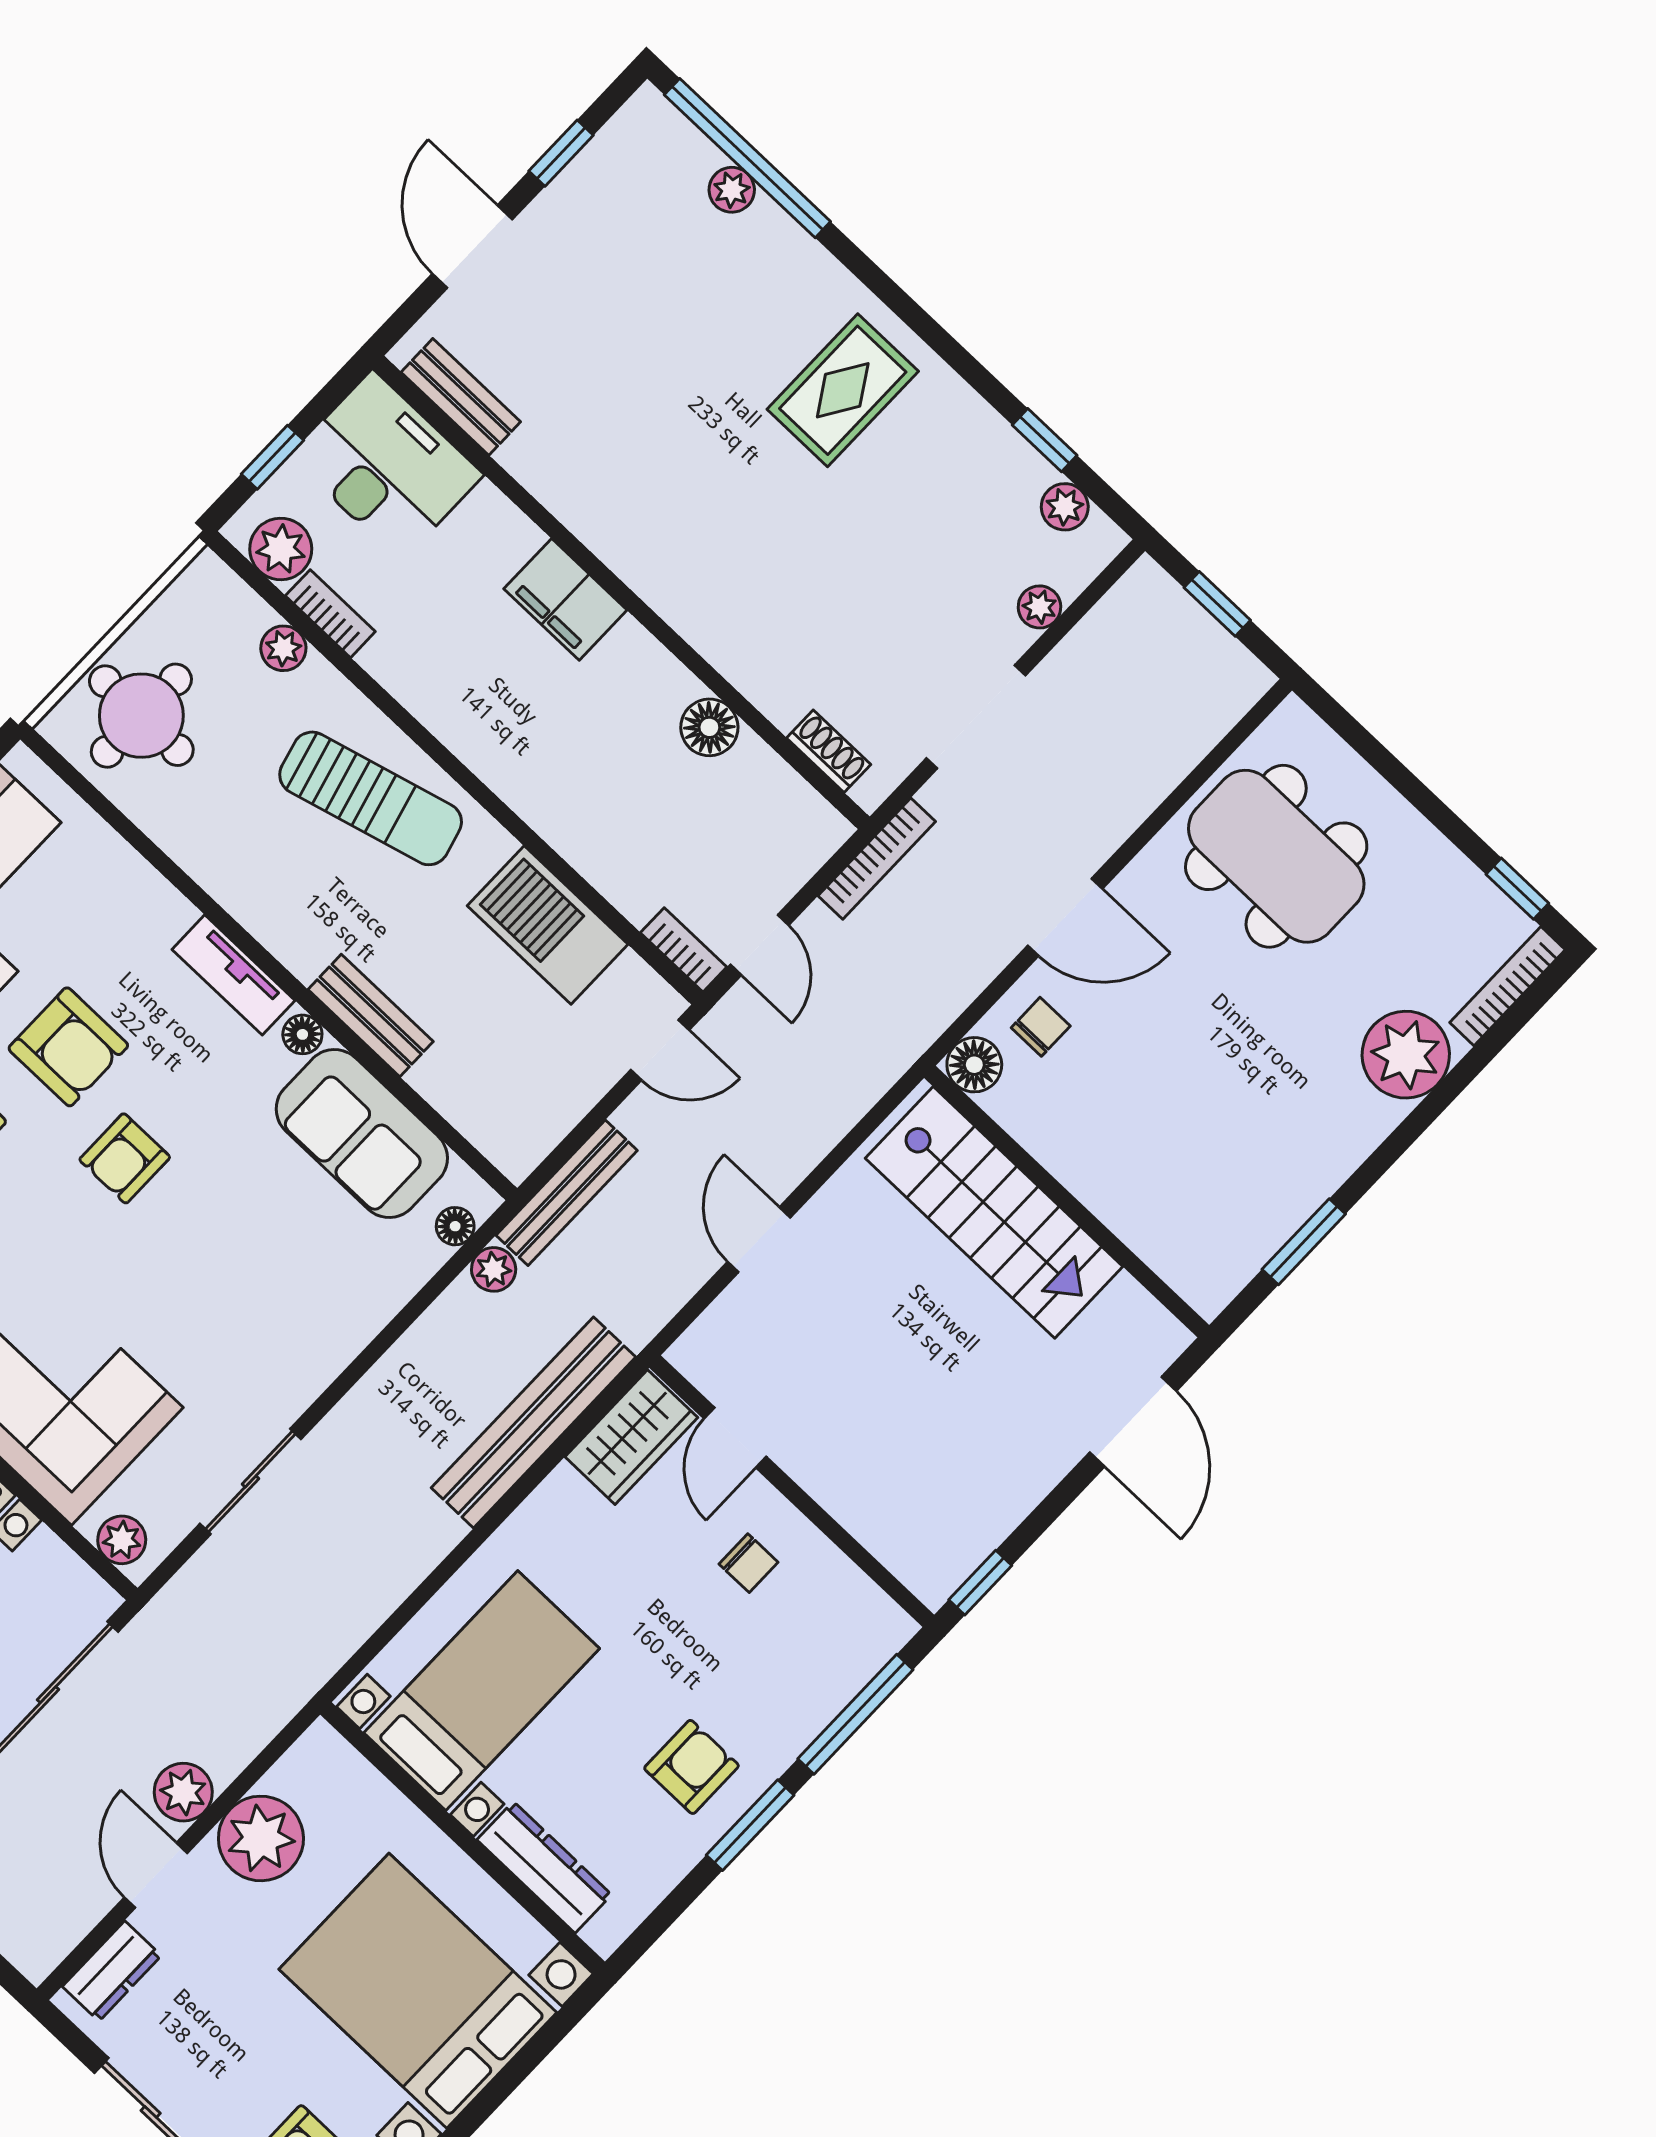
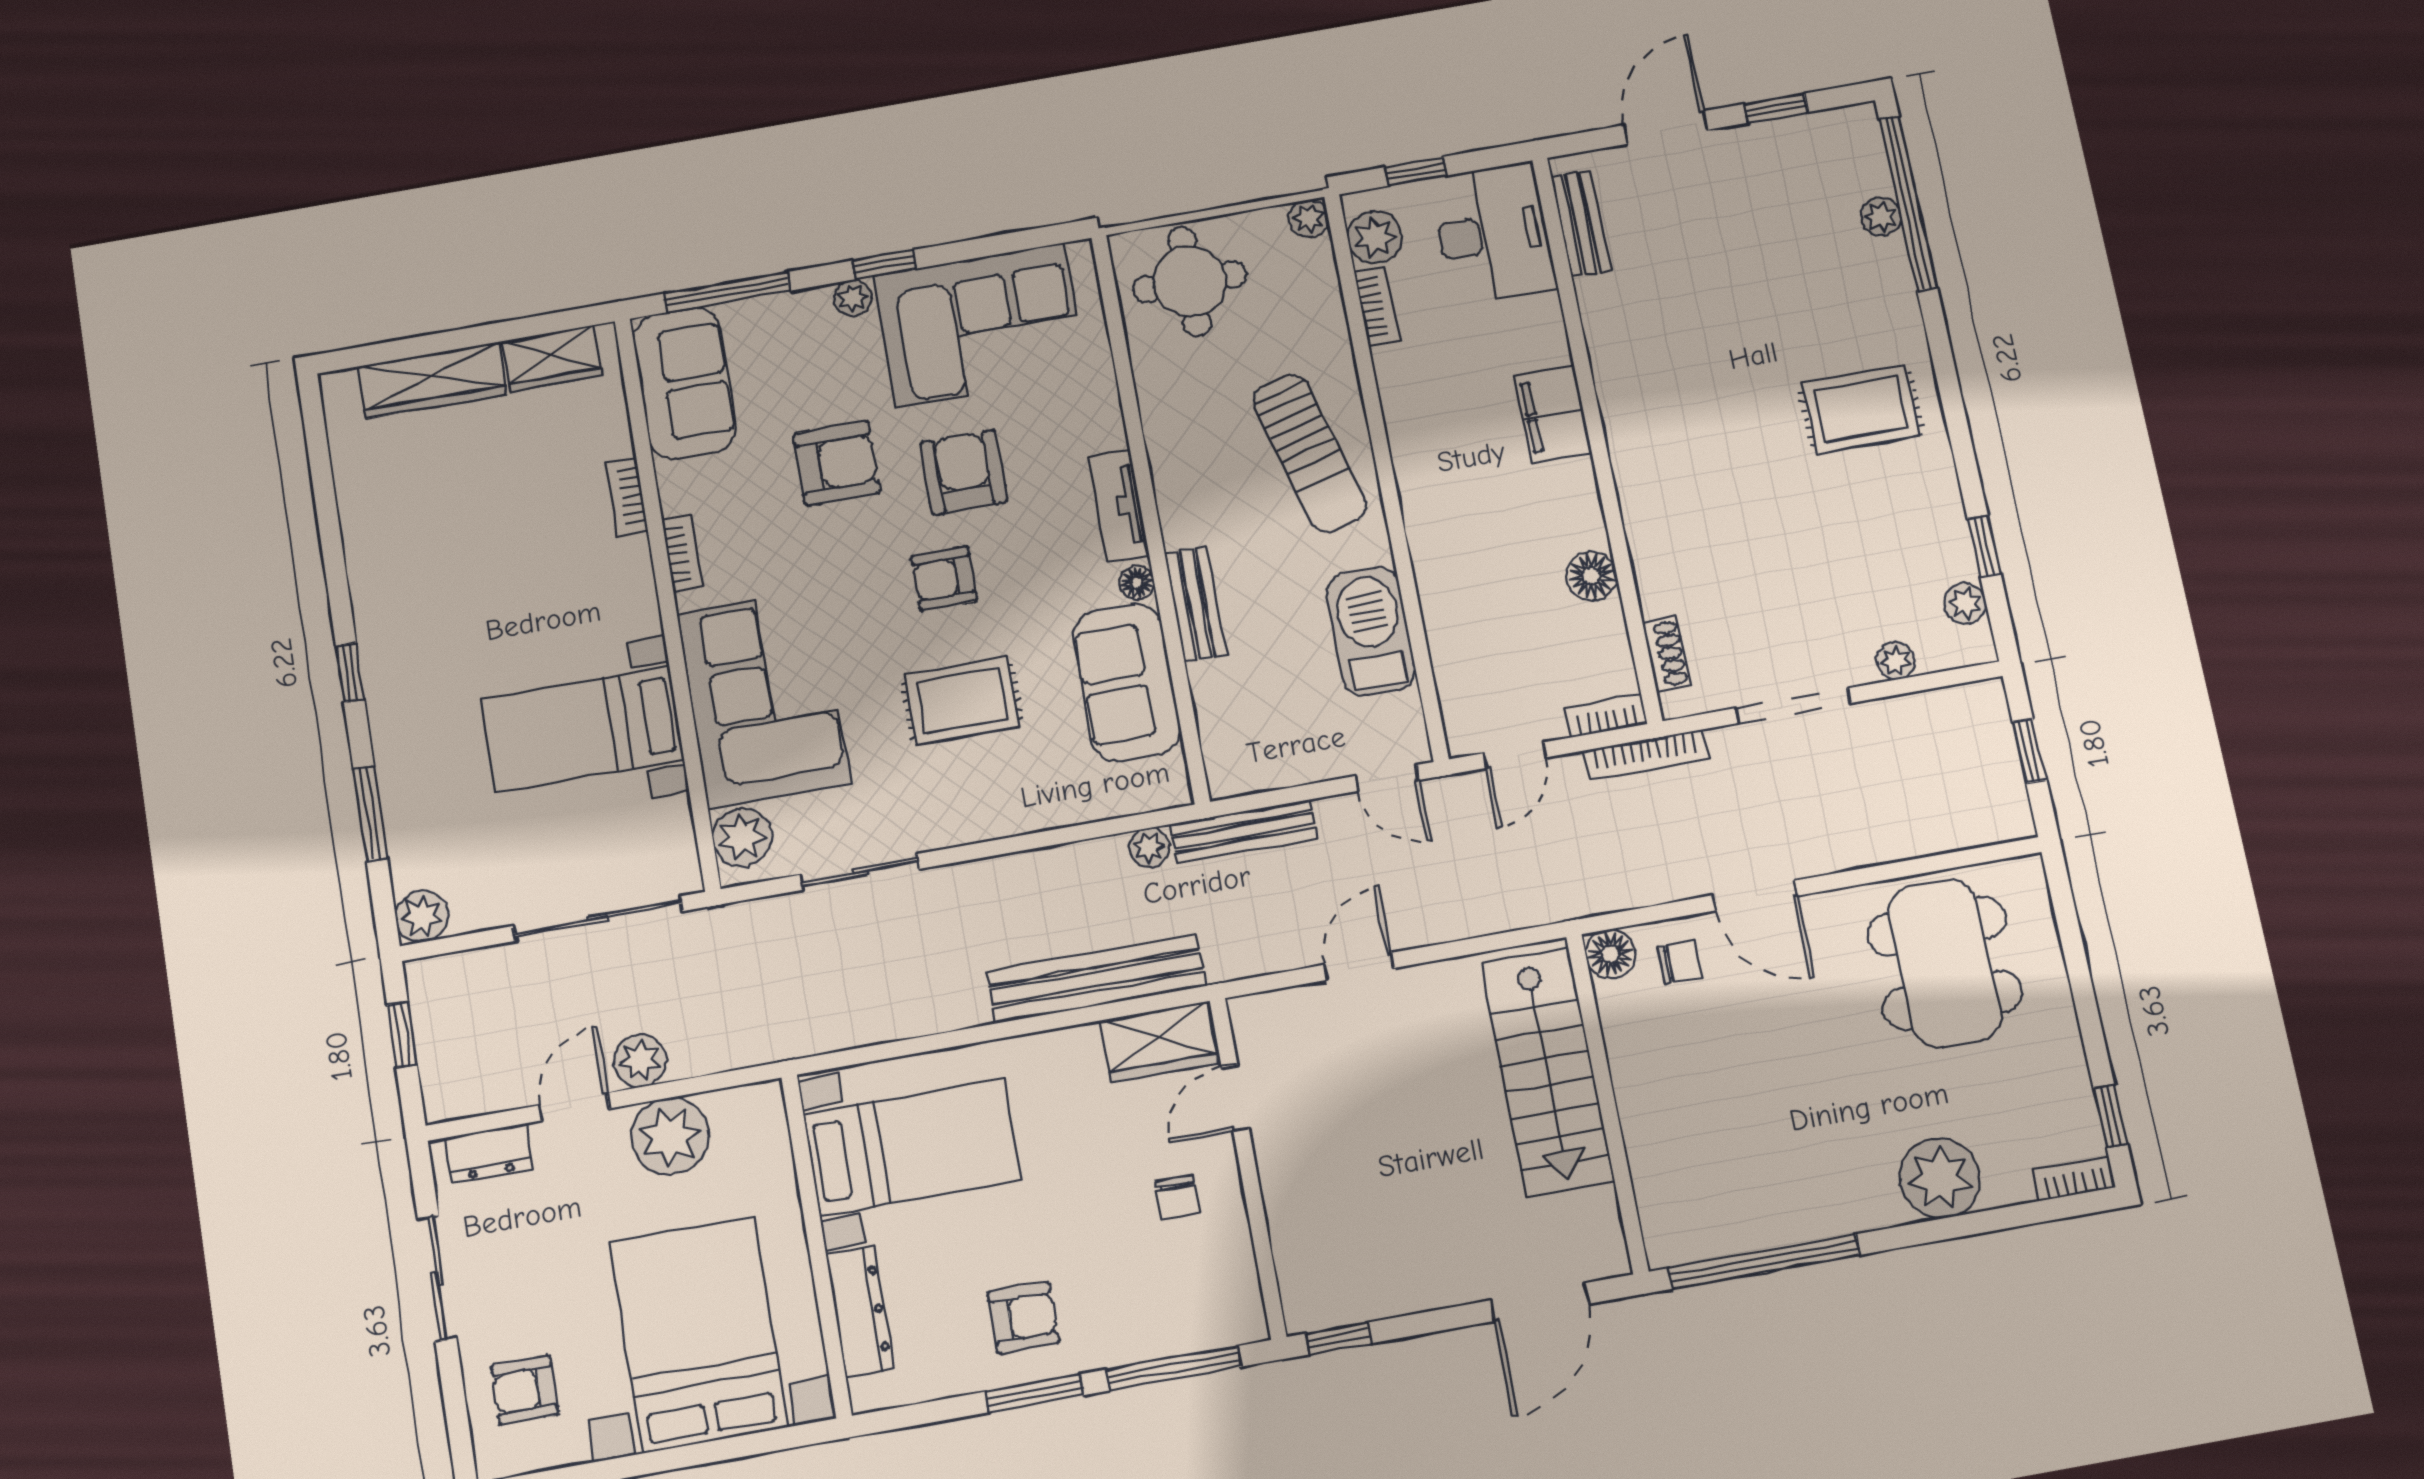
plant: (283, 648) -> (1309, 219), moved
bookcase: (684, 950) -> (1606, 716), moved, turned -90
bookcase: (1507, 986) -> (2074, 1179), width x0.64
armchair: (68, 1047) -> (964, 472), turned 180
floor lamp: (455, 1226) -> (1145, 797), removed
window: (1304, 1242) -> (1764, 1261), width x2.11
rug: (225, 1259) -> (962, 701), added
plant: (122, 1540) -> (742, 837), width x1.38, depth x1.38

